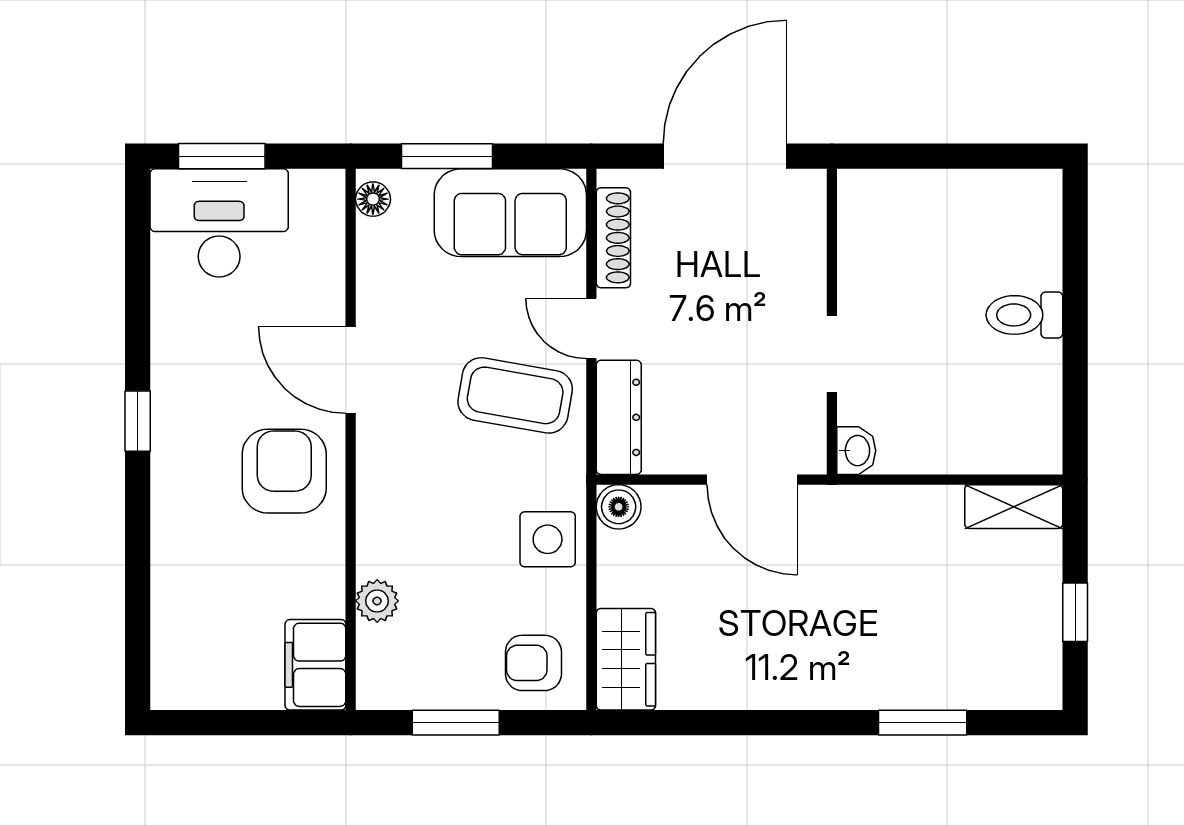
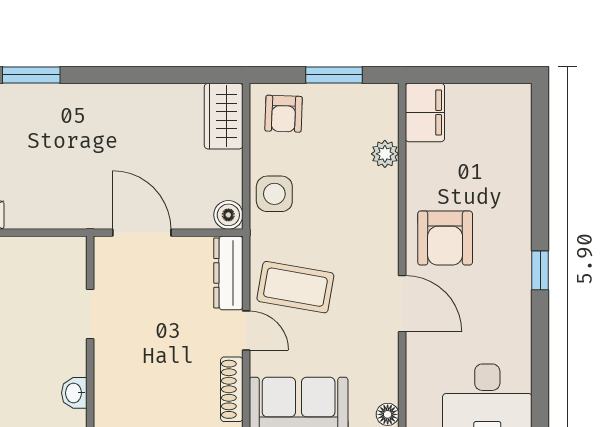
washbasin: (856, 451) -> (74, 393), moved
armchair: (533, 663) -> (284, 114), turned 92

